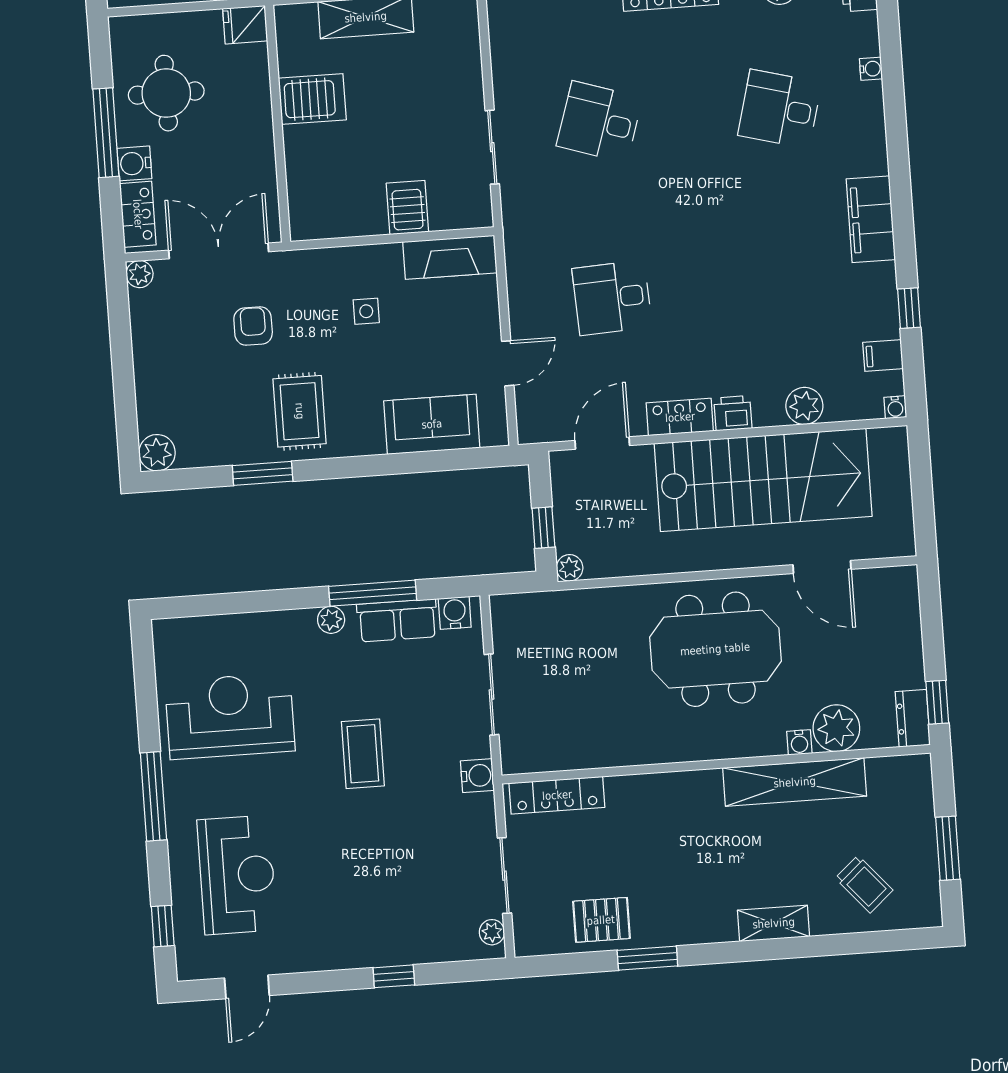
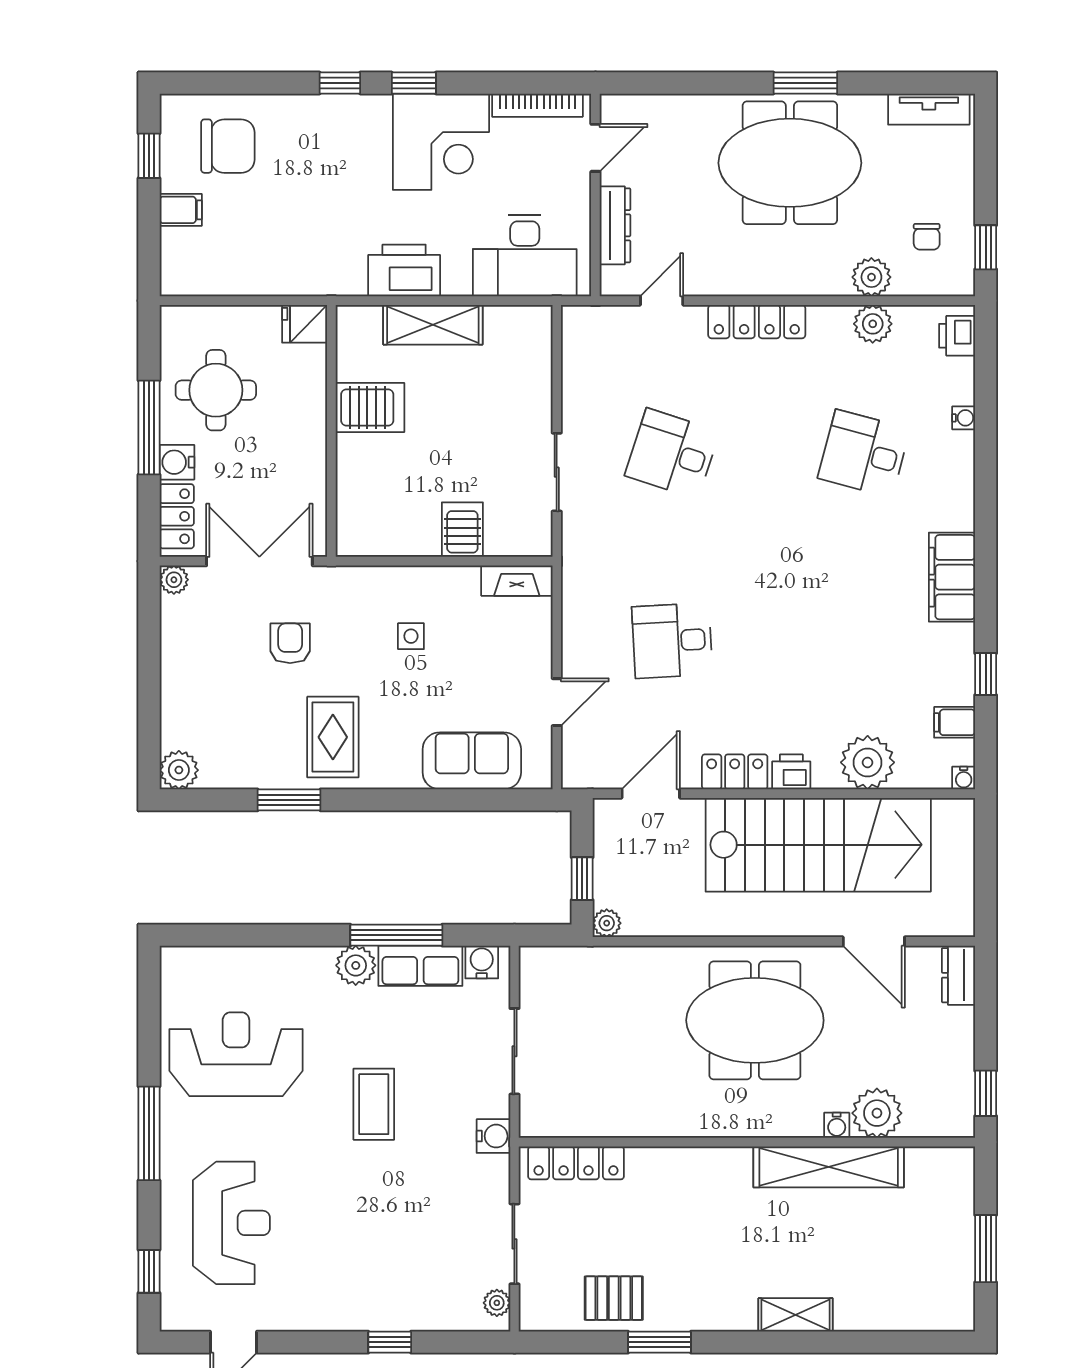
fireplace: (450, 257) -> (517, 581), width x0.73, depth x0.76
plant: (804, 406) -> (868, 762), width x1.36, depth x1.36
plant: (331, 620) -> (356, 965), width x1.38, depth x1.38
dresser: (913, 718) -> (958, 975), moved
trolley: (864, 884) -> (894, 1280), removed

